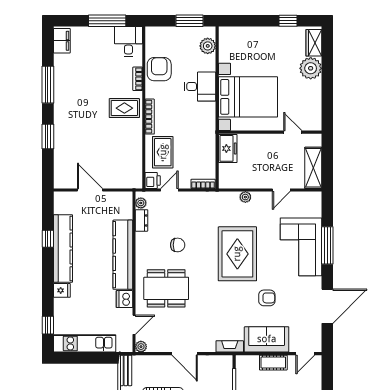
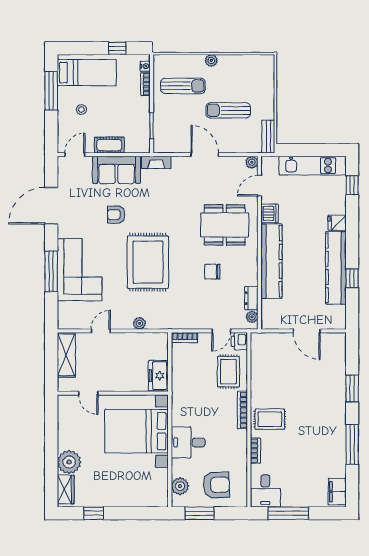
armchair: (159, 69) -> (216, 485), moved, turned -92

